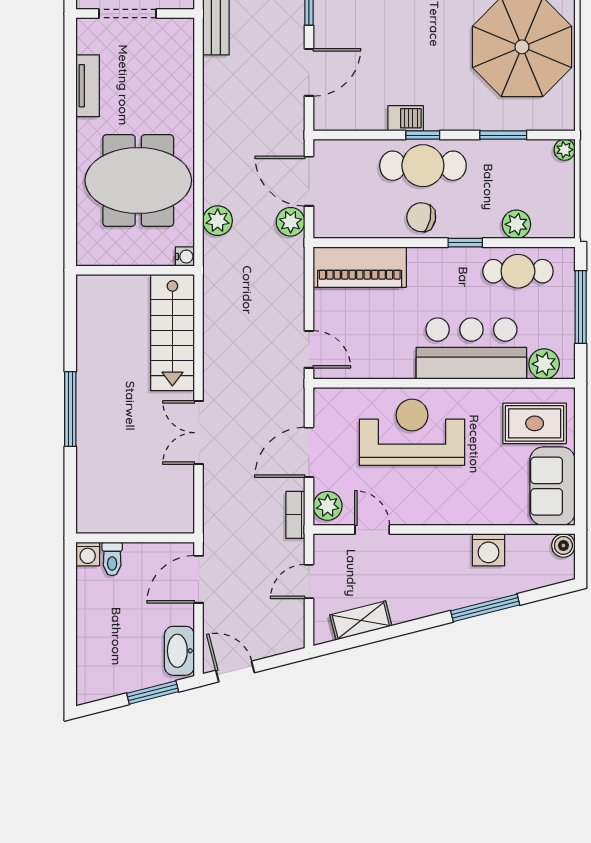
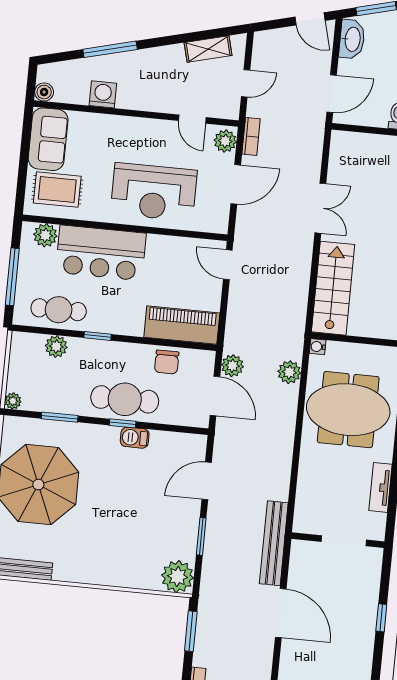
chair: (421, 217) -> (167, 362), moved, turned 78

